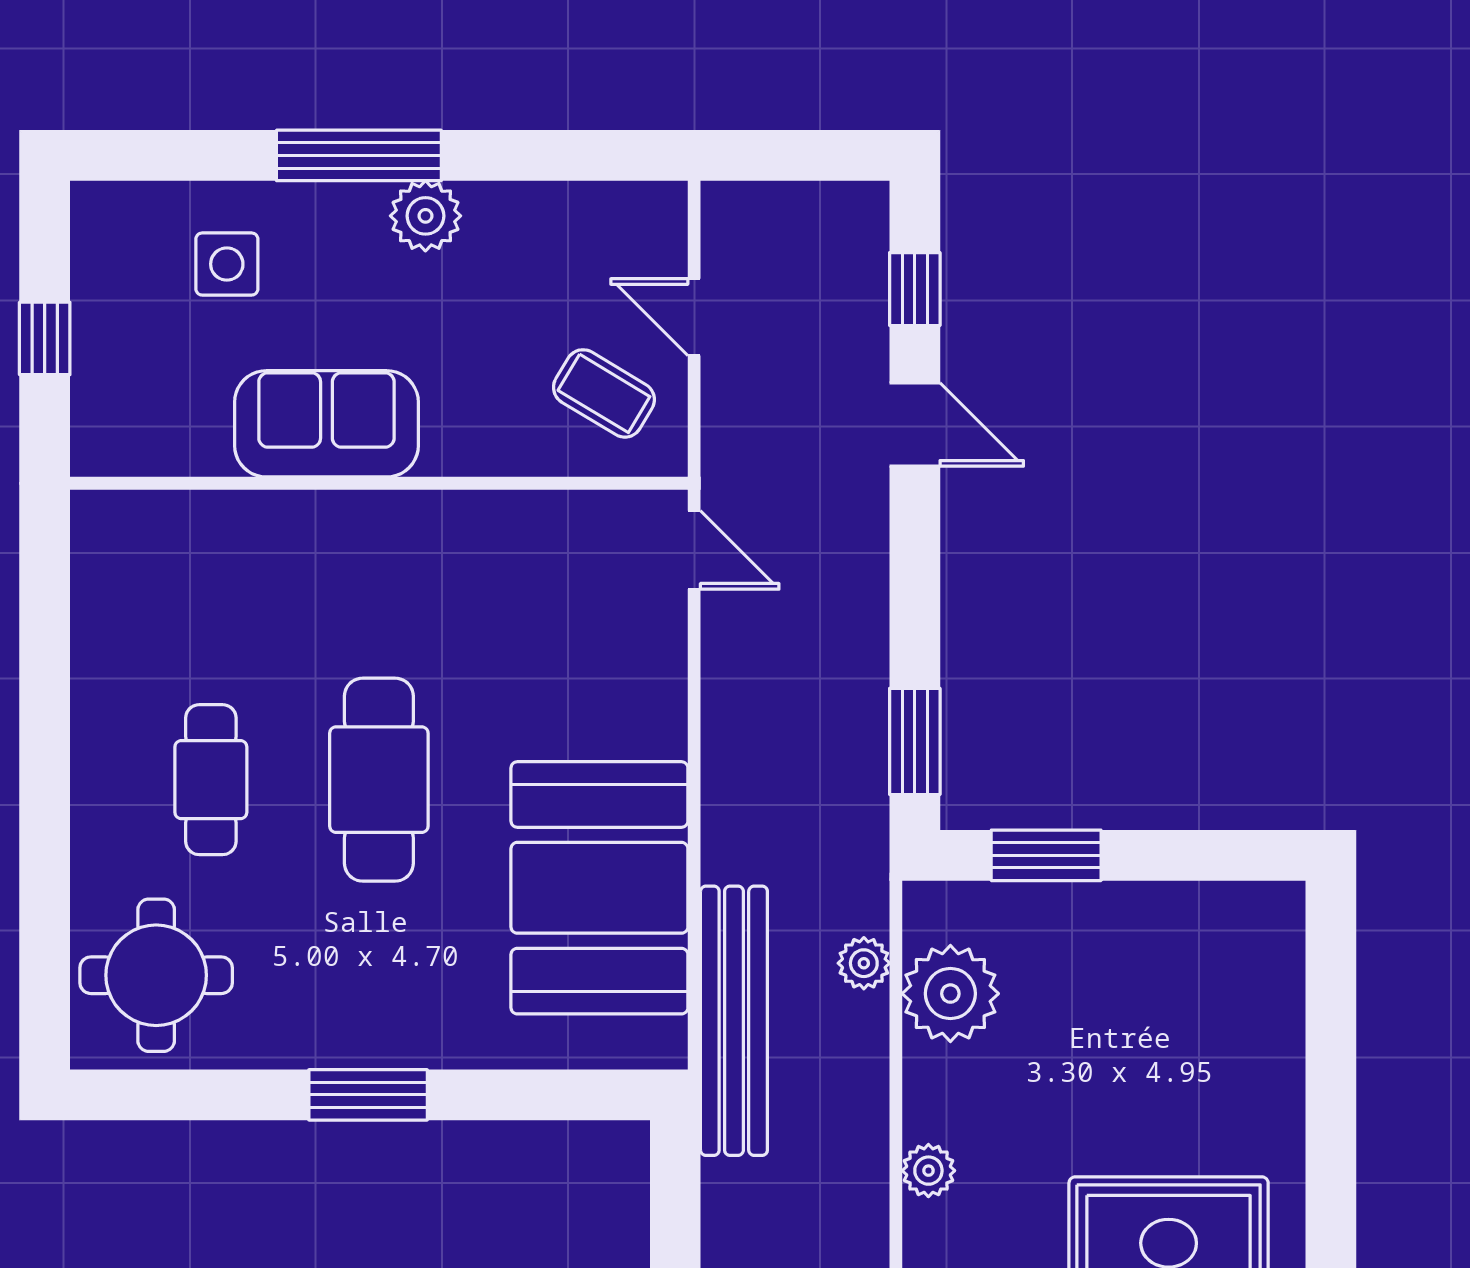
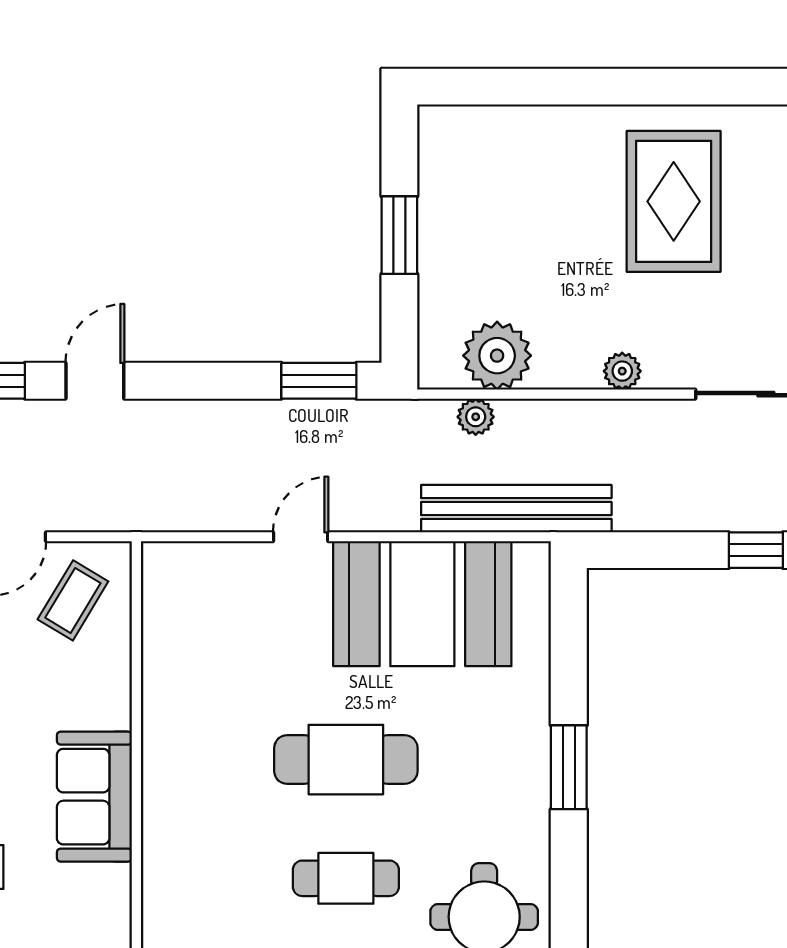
door: (694, 550) -> (301, 537), moved
window: (1046, 855) -> (399, 235), moved

